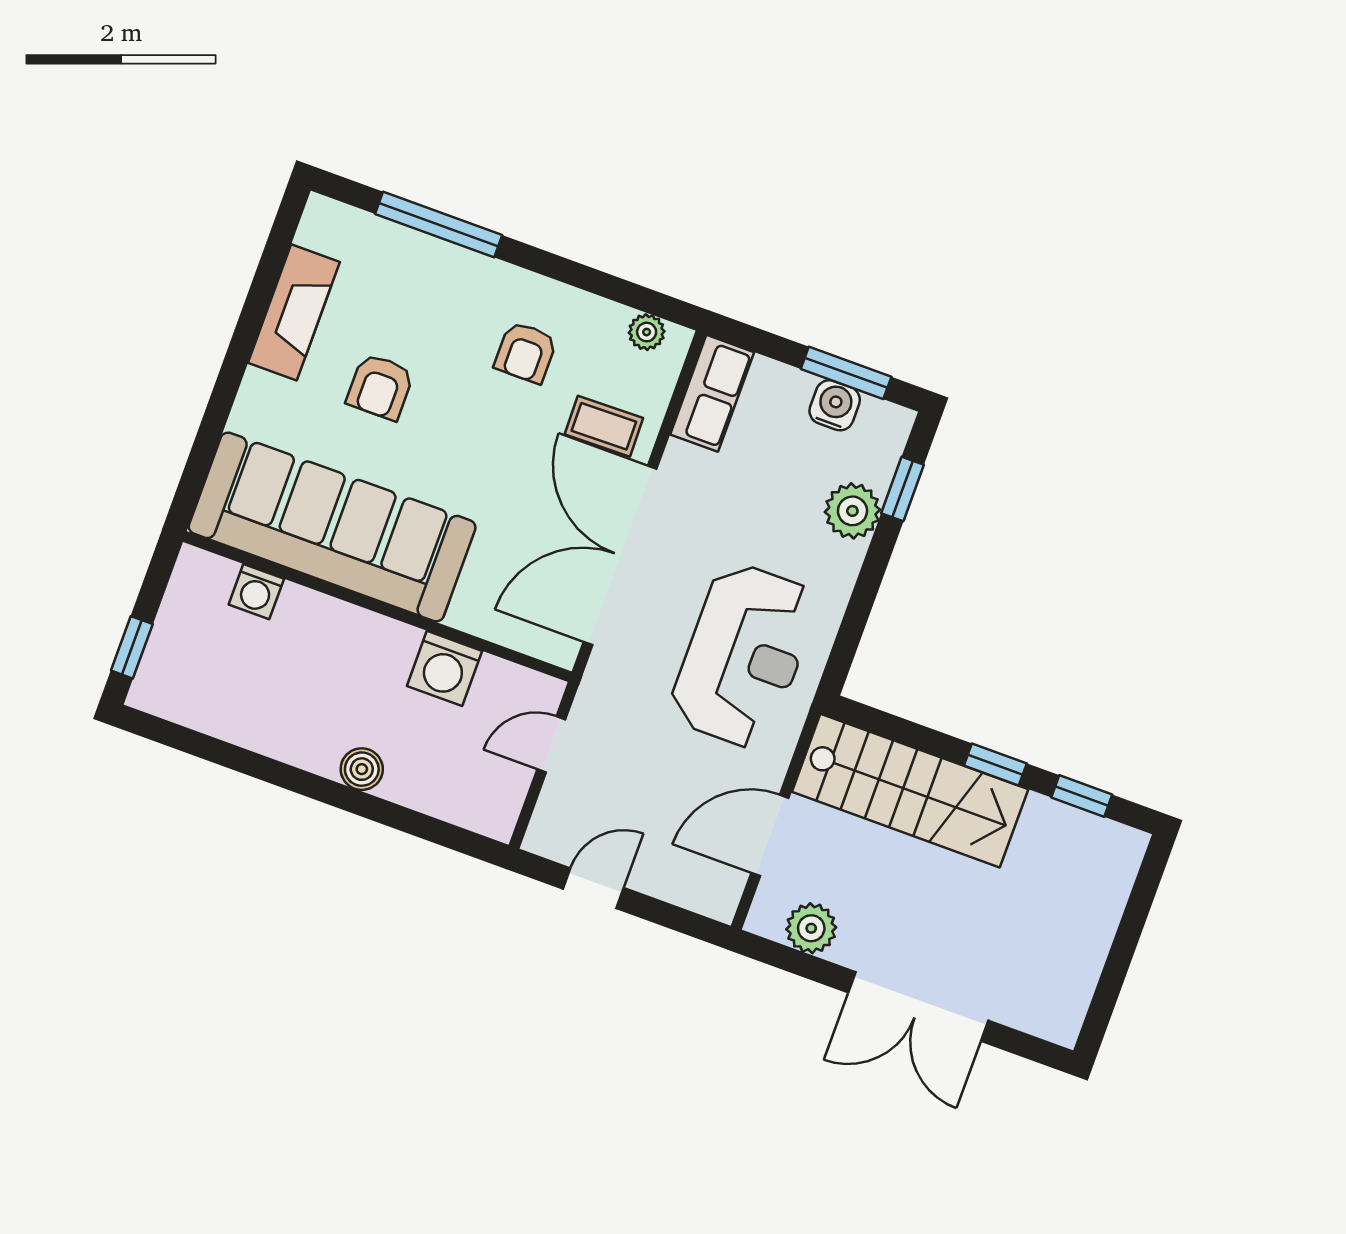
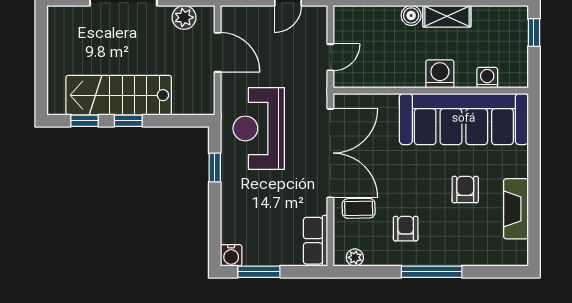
window: (439, 225) -> (432, 272), moved
water cooler: (835, 405) -> (231, 255), moved
window: (903, 489) -> (215, 168), moved
plant: (852, 511) -> (234, 211), removed
washing machine: (444, 668) -> (440, 74), moved
shelving: (292, 742) -> (447, 16), added
stairs: (910, 791) -> (119, 95), moved
door: (770, 835) -> (218, 52), hinge flipped

